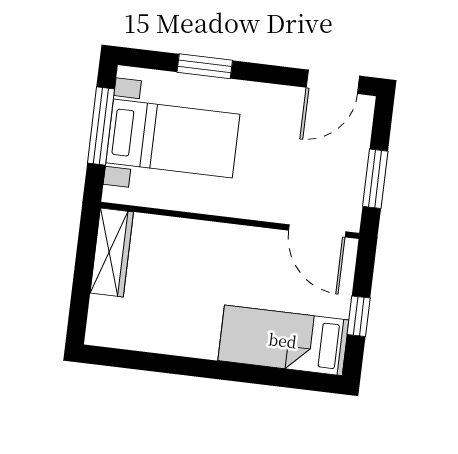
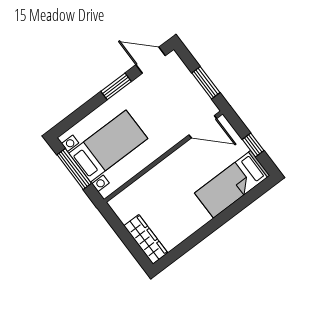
window: (205, 66) -> (116, 86), moved
door: (333, 82) -> (151, 60), swing flipped
wardrobe: (112, 252) -> (146, 239), moved

